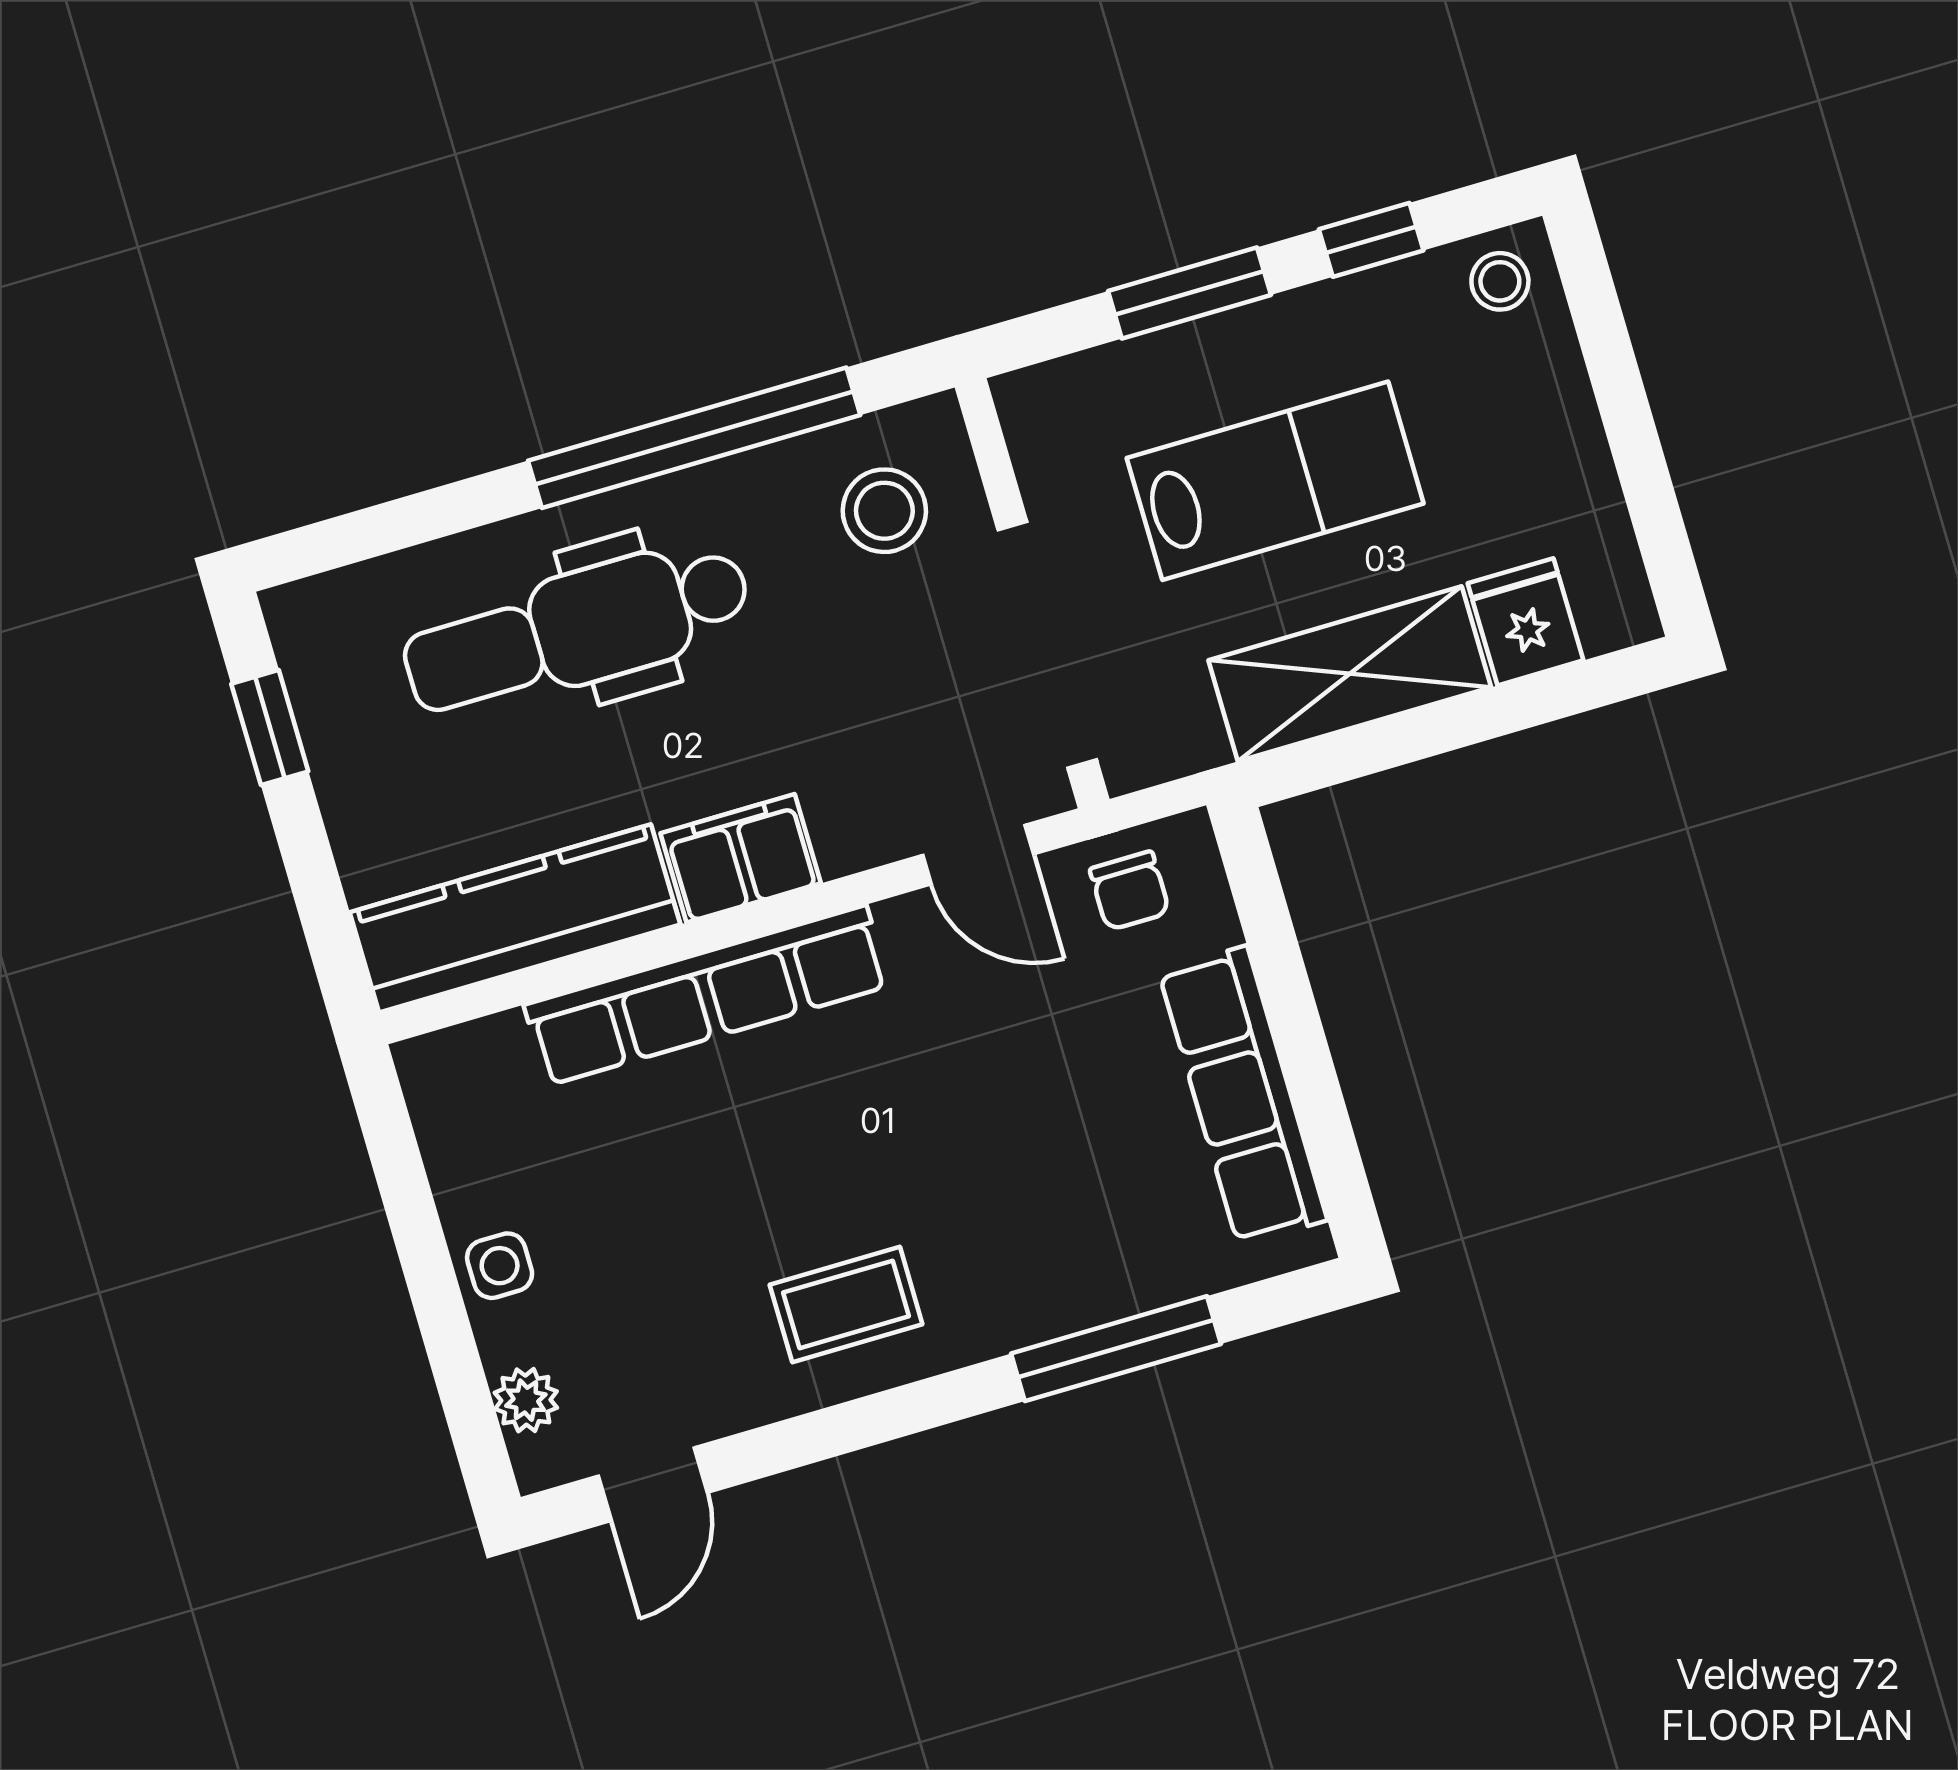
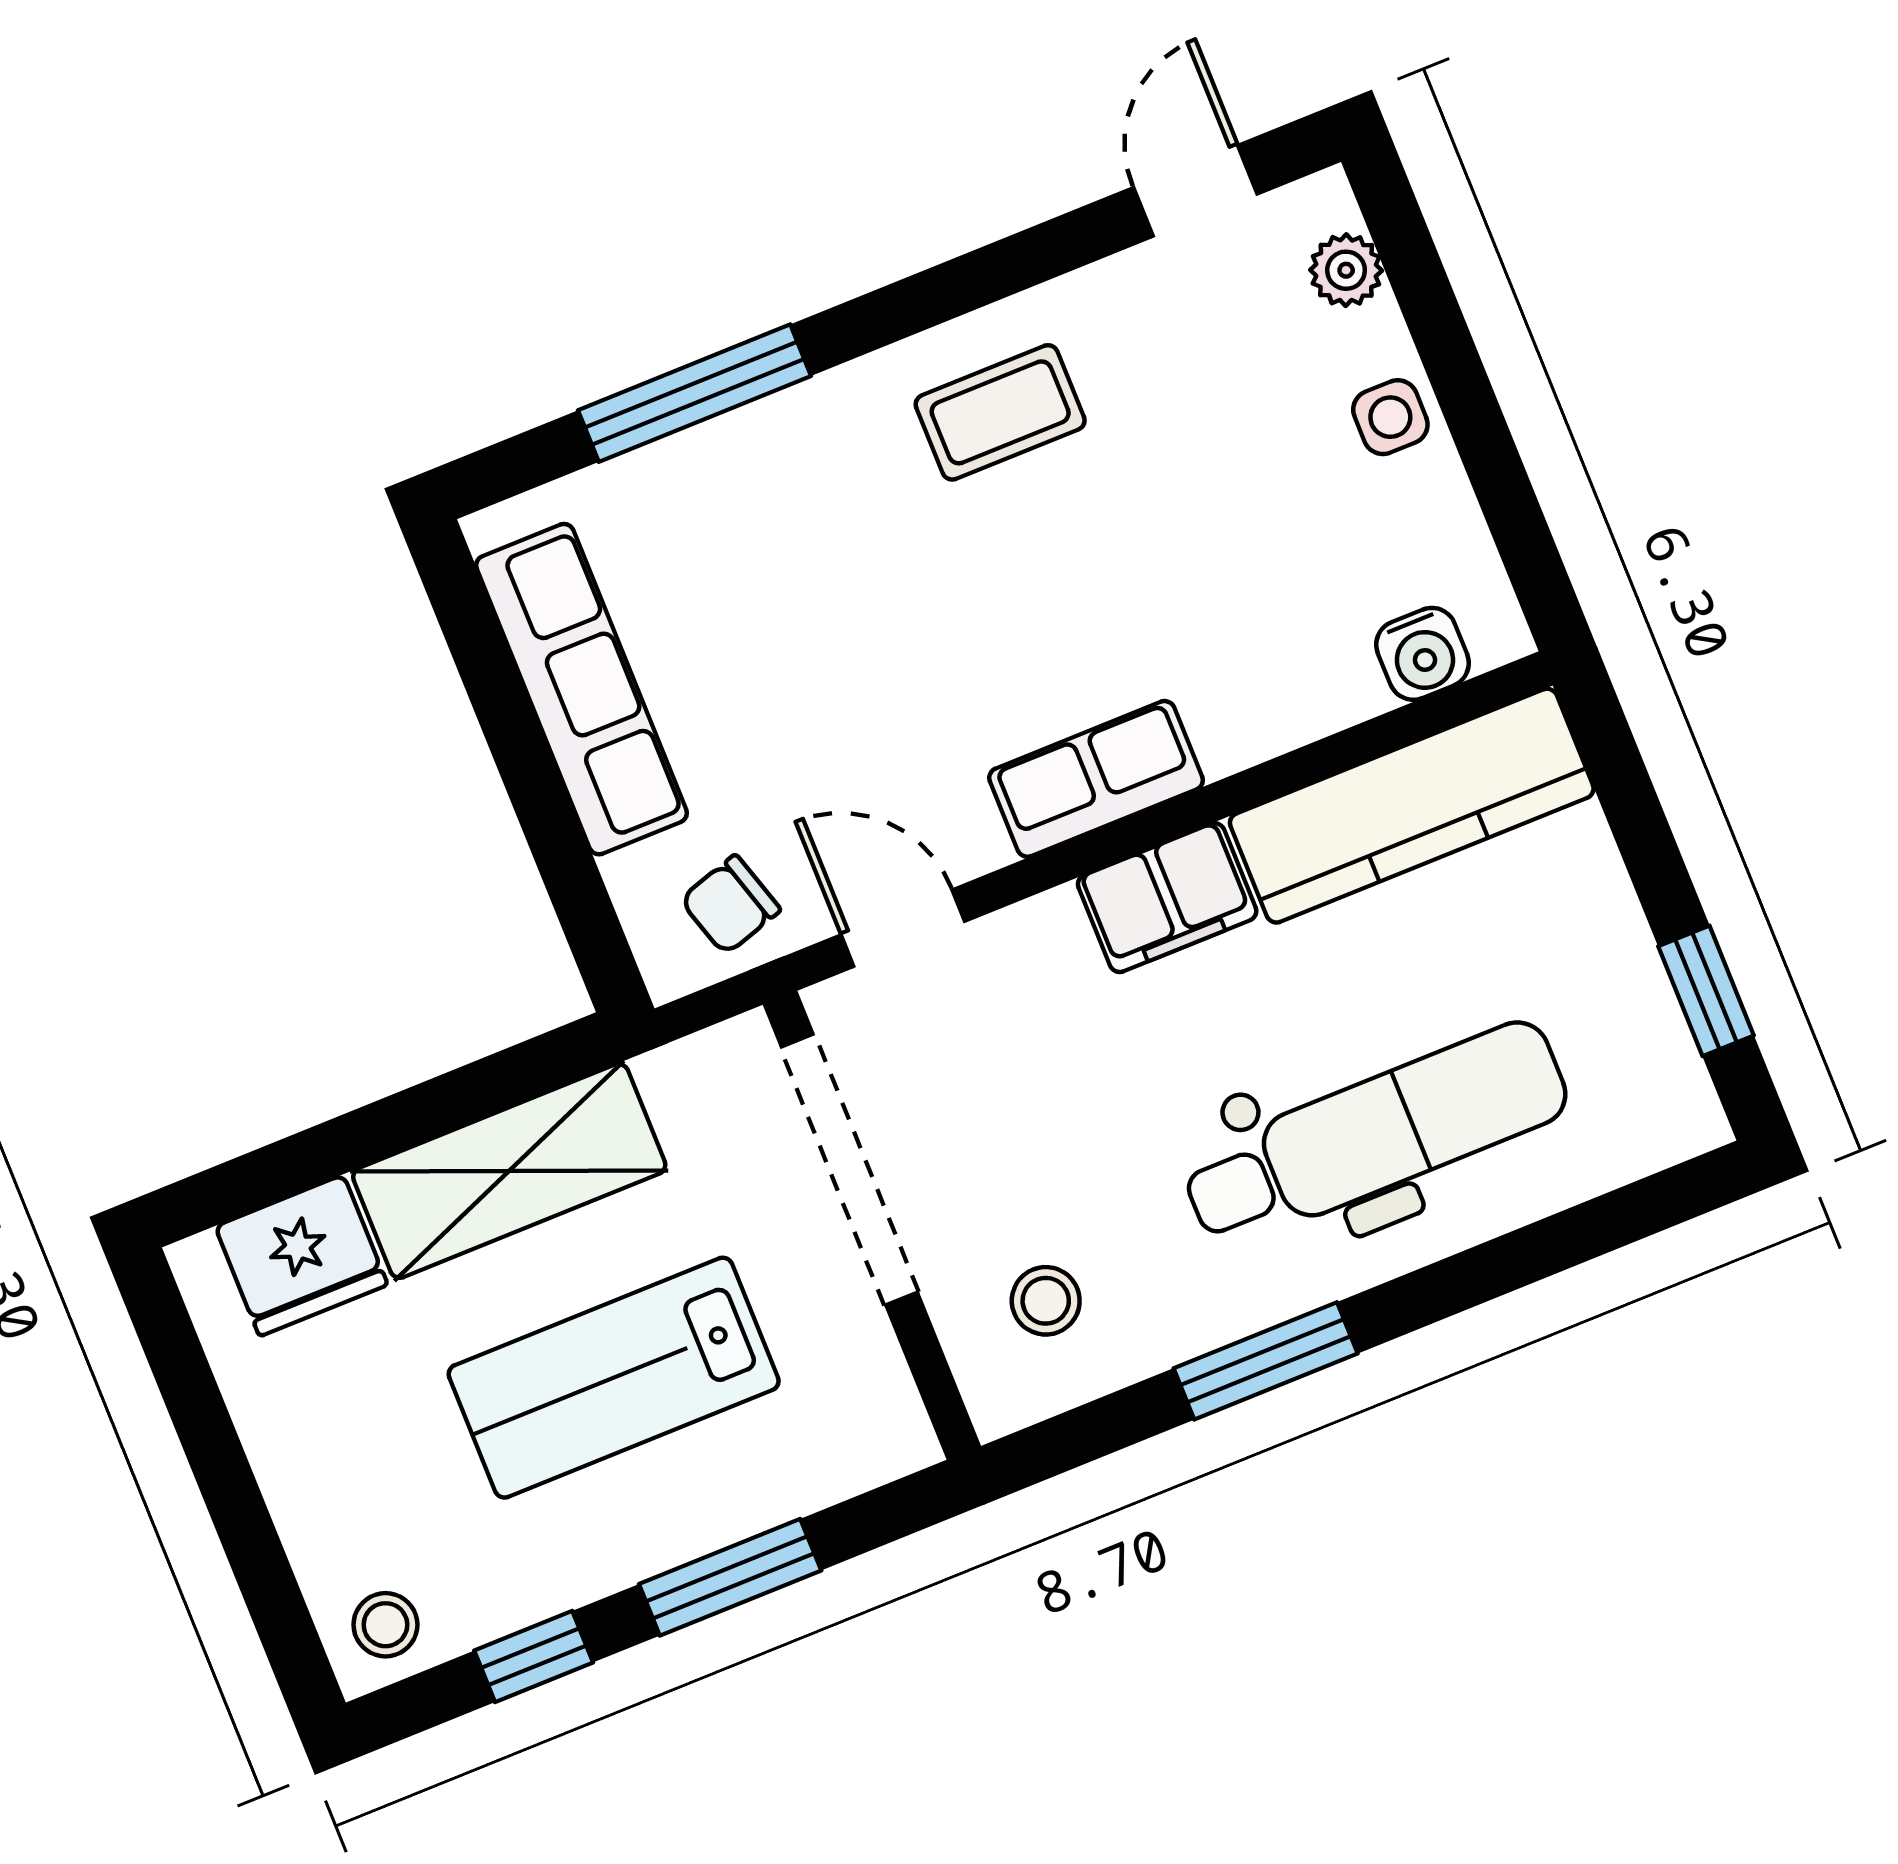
window: (694, 438) -> (1266, 1361), width x0.47
stool: (884, 511) -> (1046, 1301), width x0.73, depth x0.73
fridge: (1525, 622) -> (301, 1256), width x1.38
chair: (1130, 891) -> (730, 905), turned -107
row of seats: (707, 995) -> (1096, 779), width x0.50
water cooler: (492, 1052) -> (1423, 654), added

